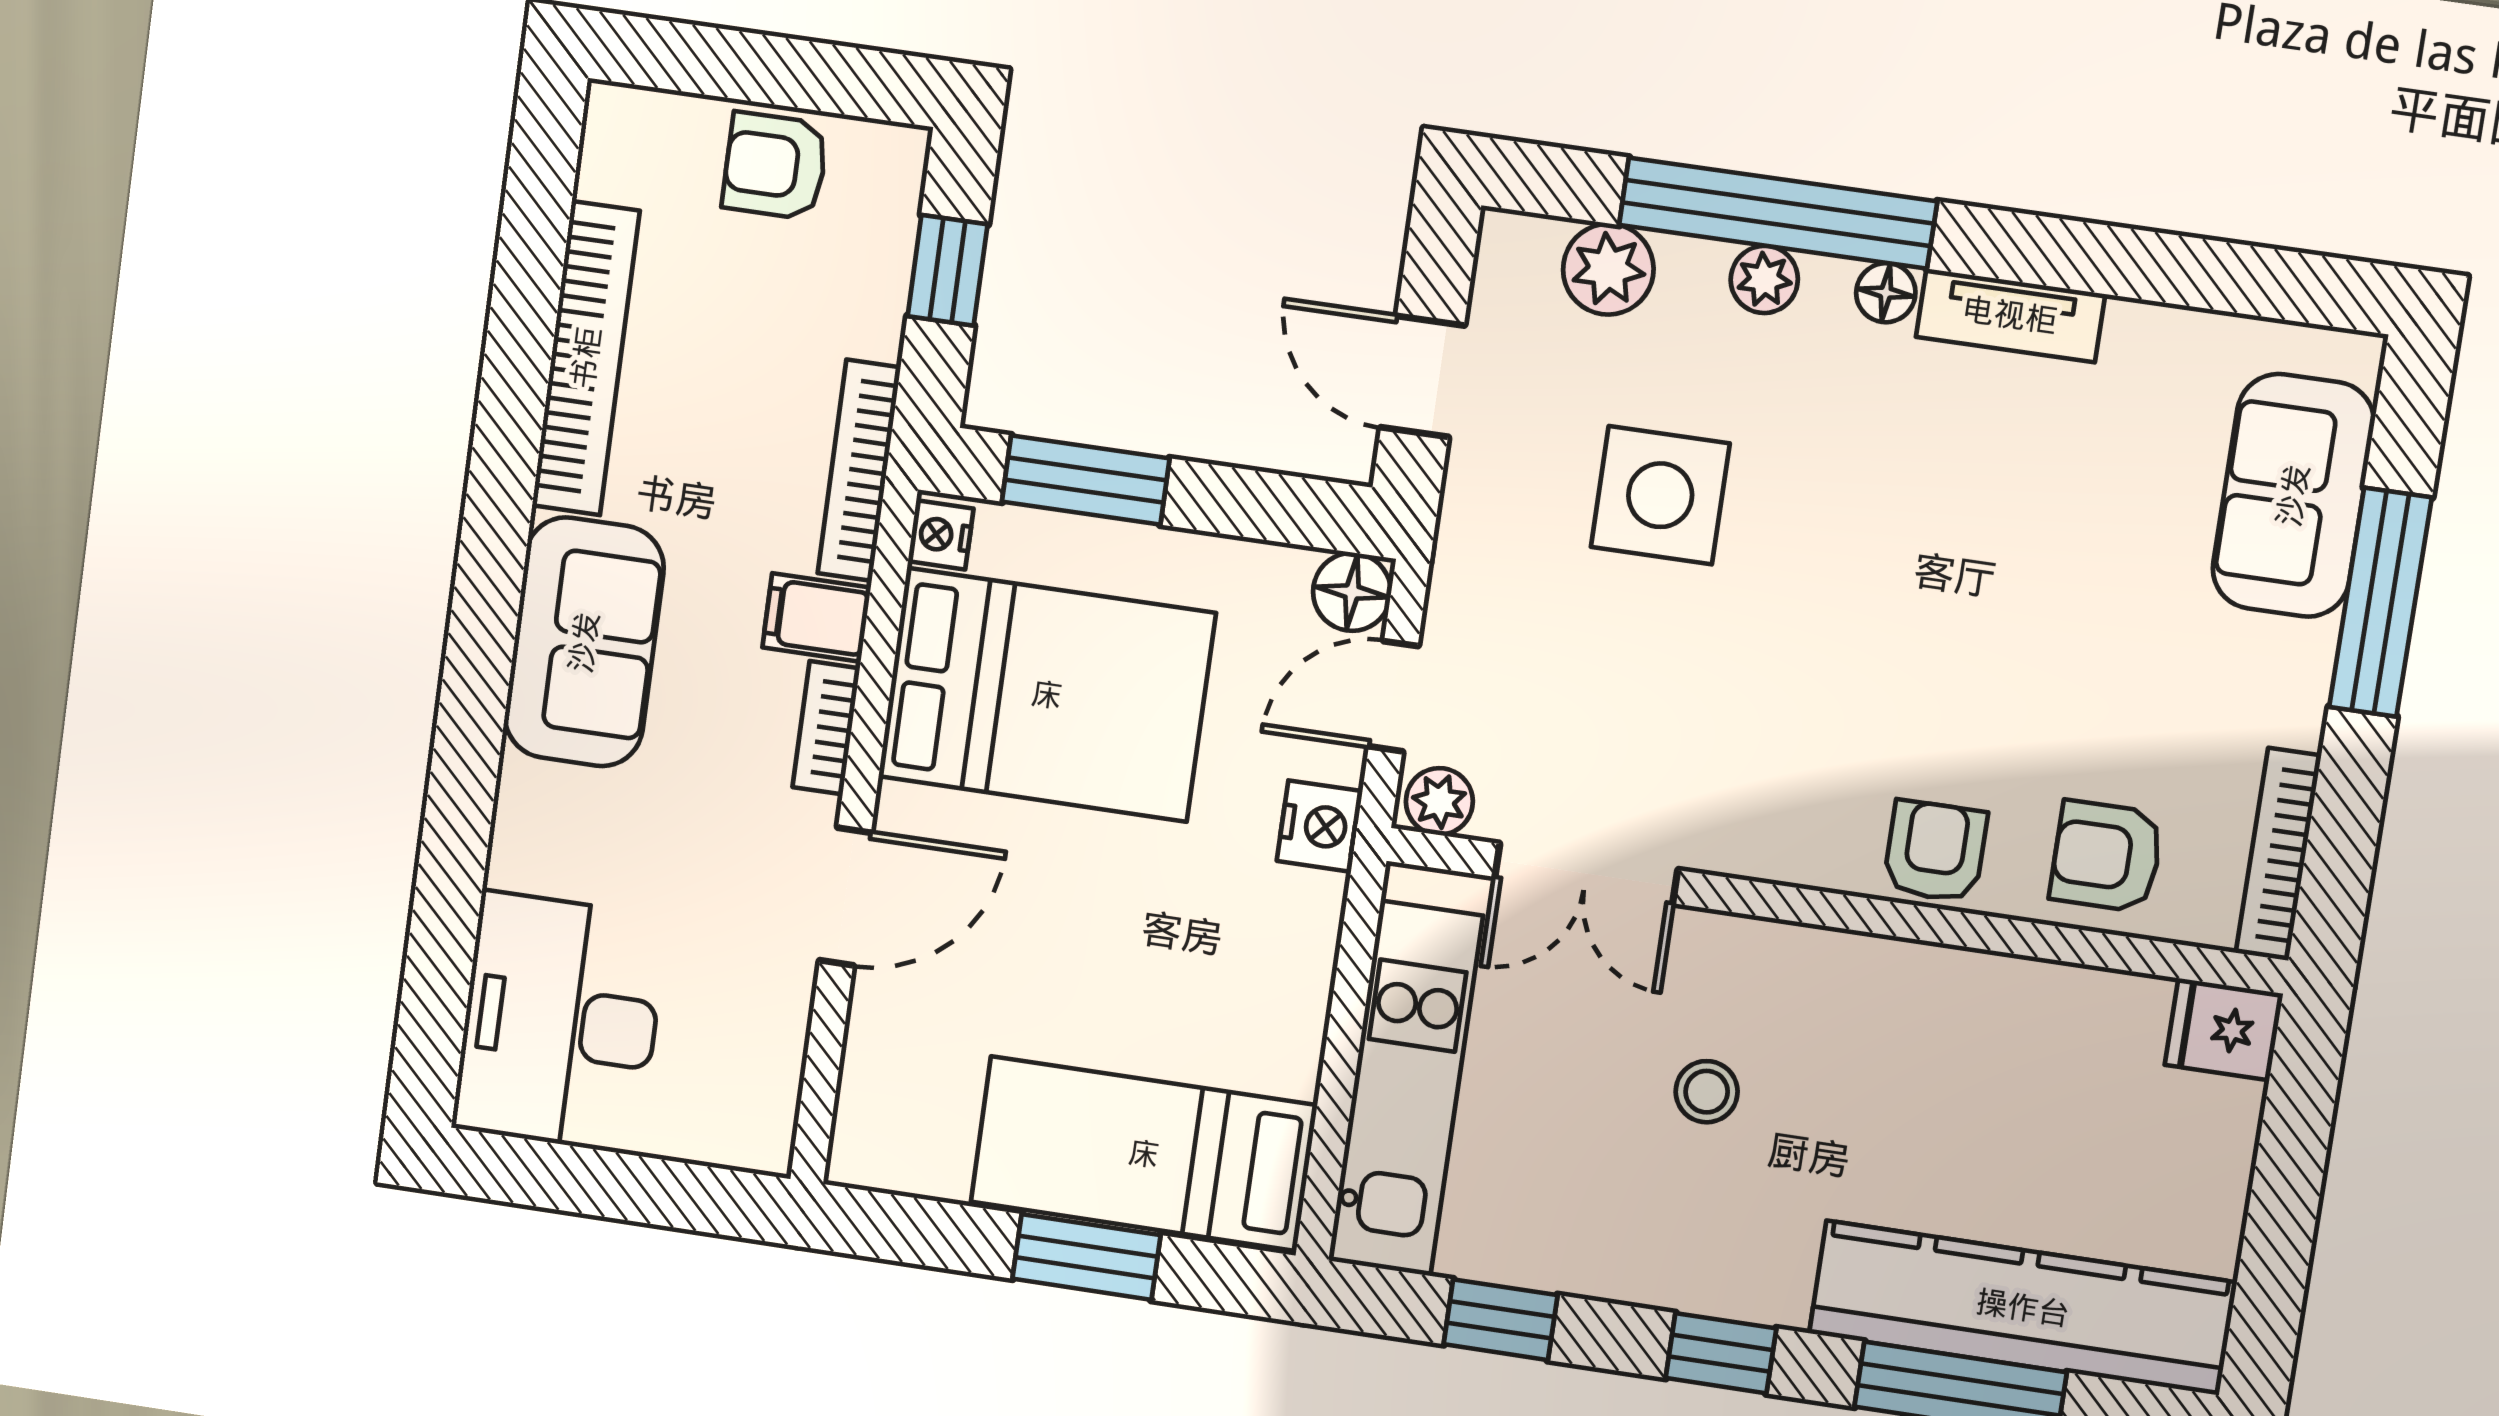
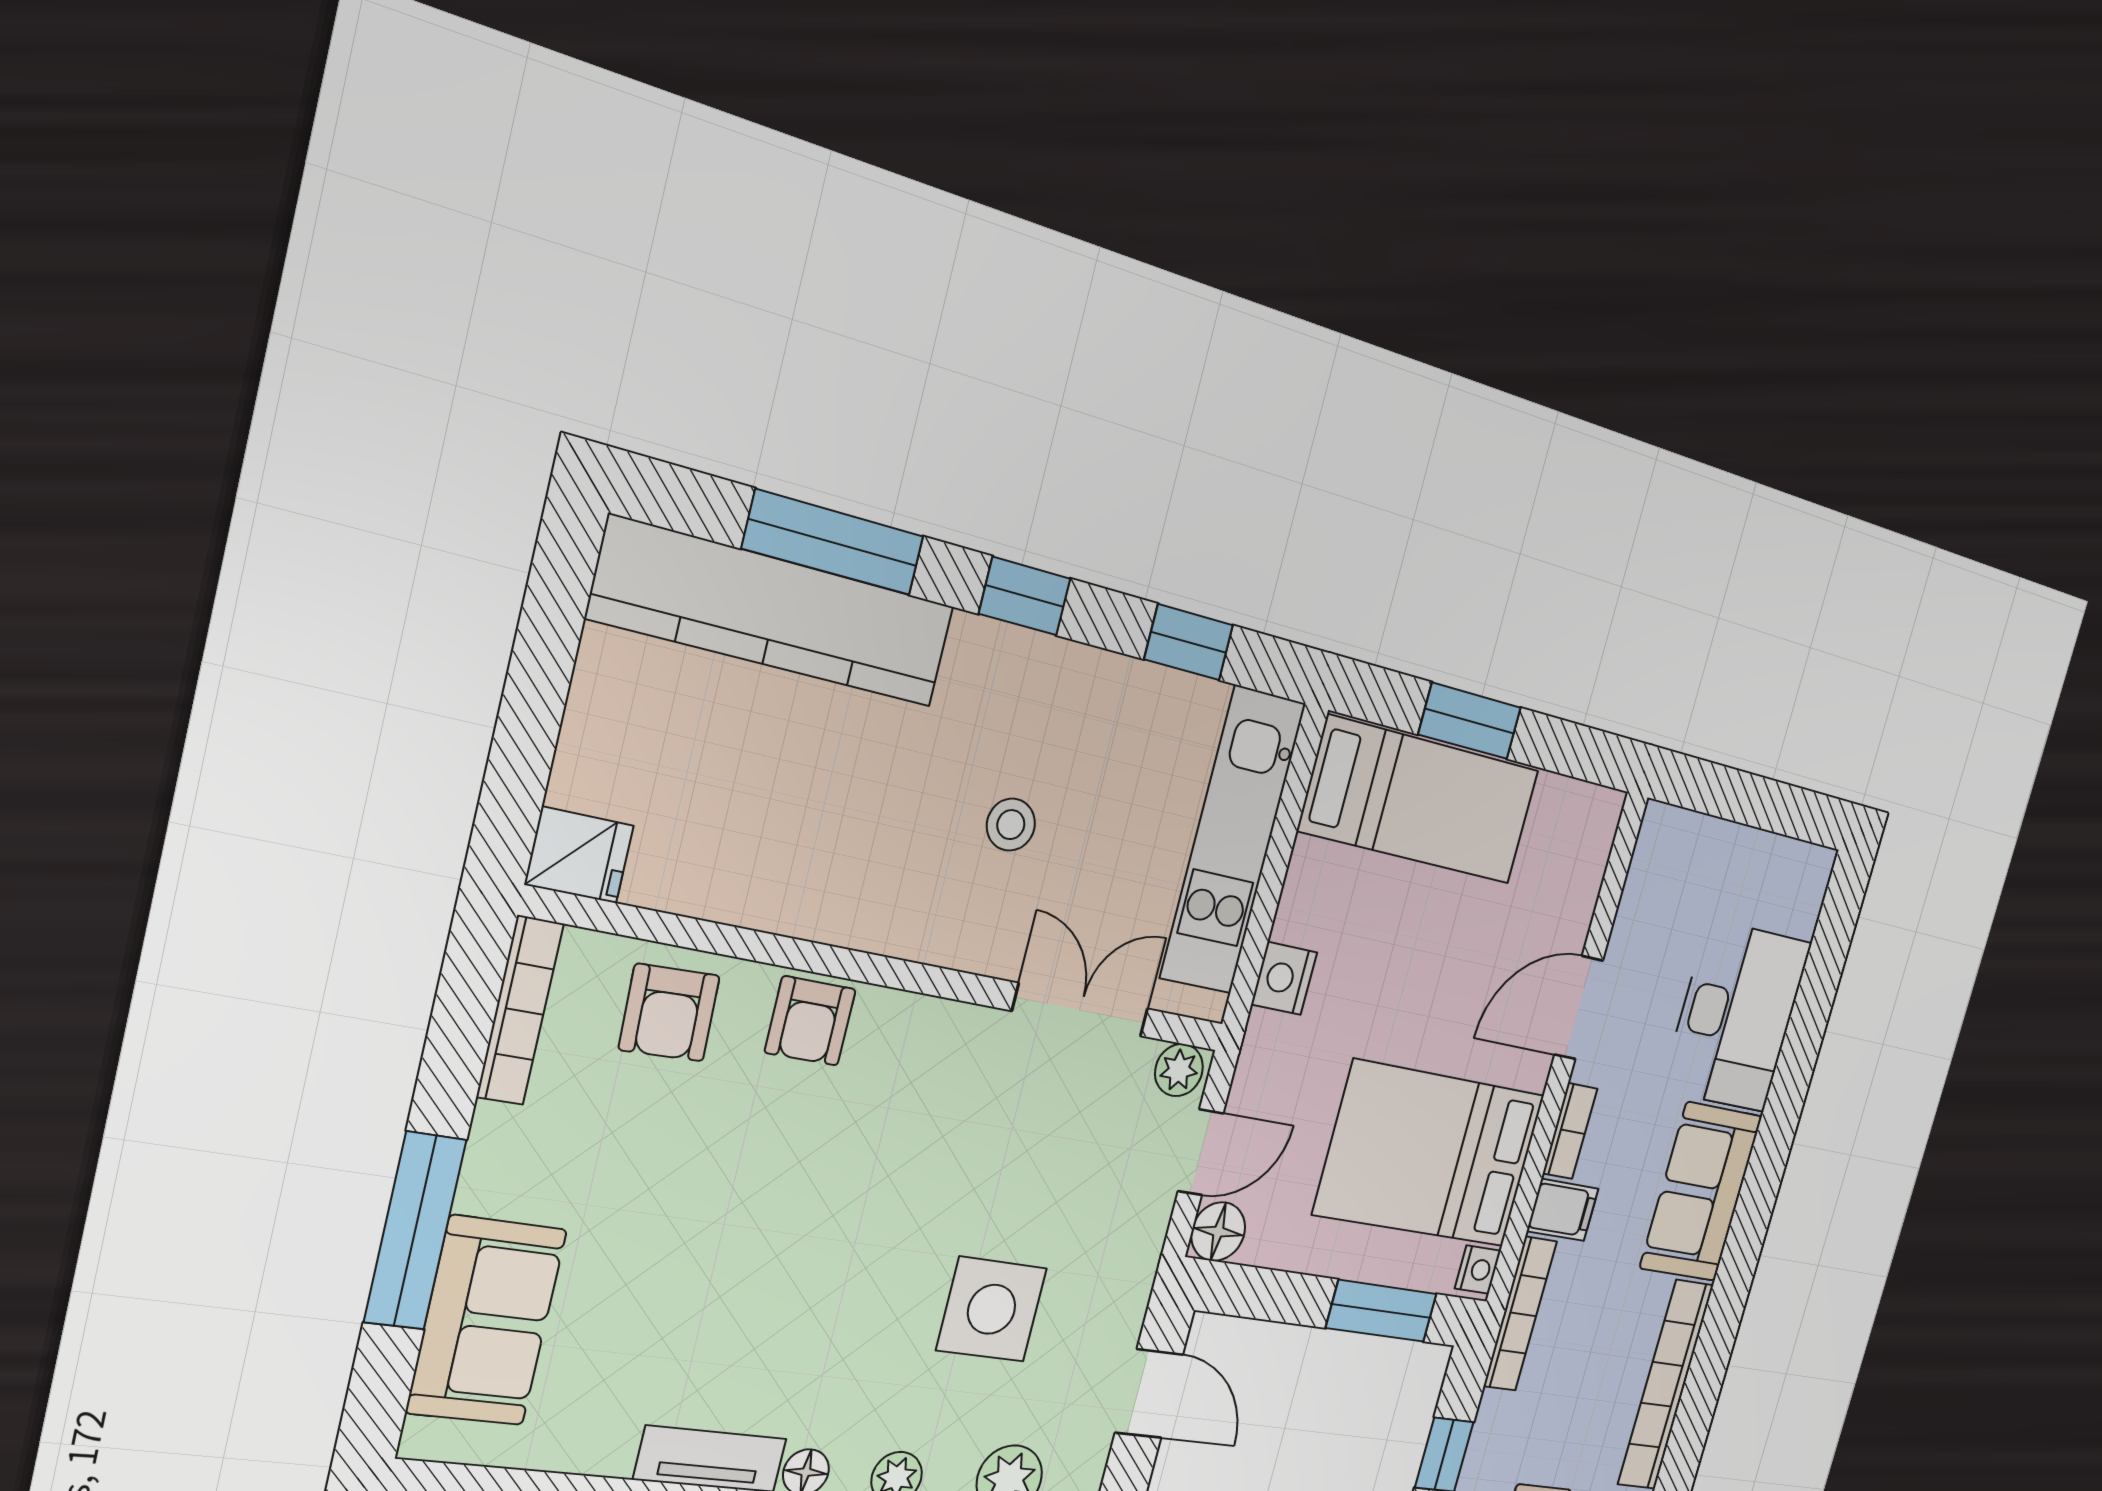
nightstand: (1320, 826) -> (1284, 978), moved
armchair: (2106, 856) -> (669, 1013), turned 88
desk: (560, 1023) -> (1736, 1016), moved

